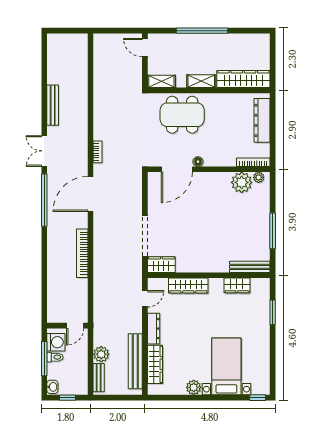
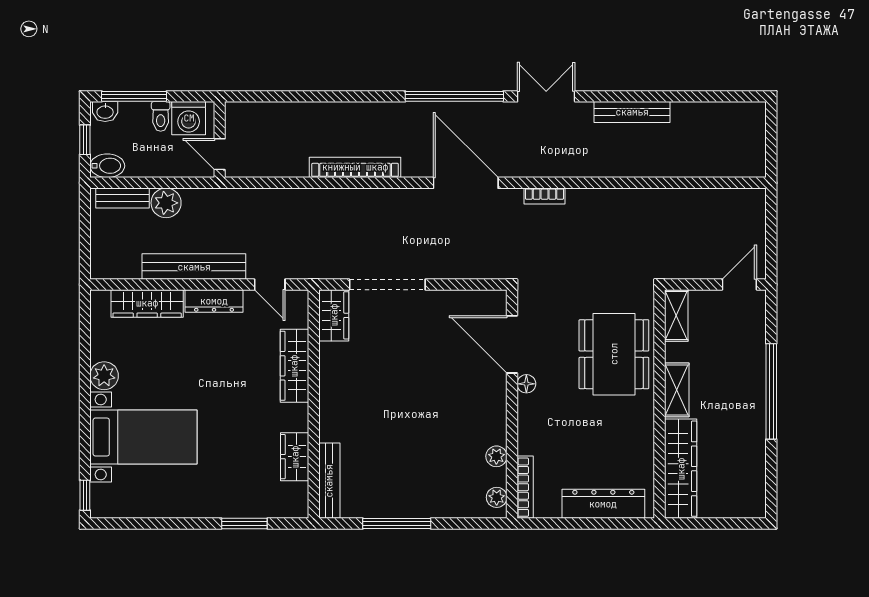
plant: (242, 182) -> (496, 456), width x0.53, depth x0.53
window: (44, 359) -> (134, 96), moved
bench: (135, 361) -> (194, 267), moved
bidet: (81, 386) -> (107, 166), added

